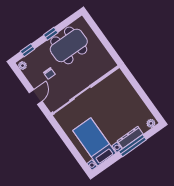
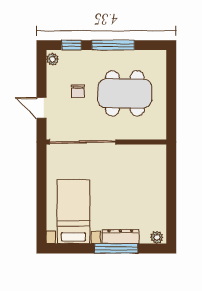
window: (51, 34) -> (113, 45), width x2.17
dining table: (69, 45) -> (125, 93), moved
door: (36, 97) -> (42, 108), swing flipped

